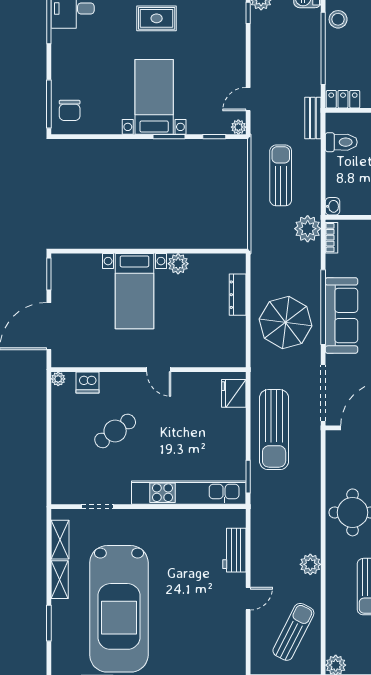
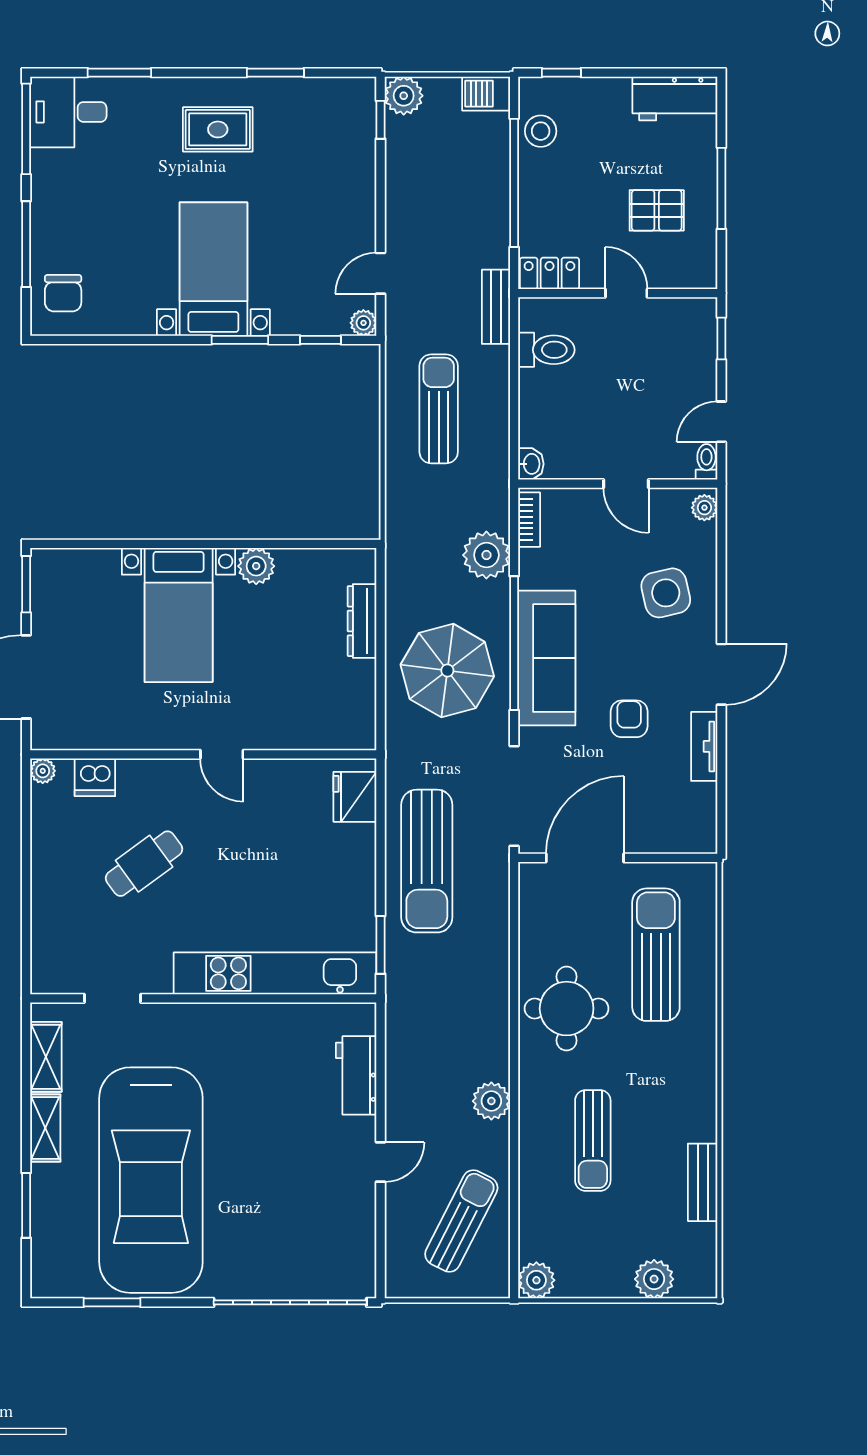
window: (49, 104) -> (26, 244), moved
plant: (308, 229) -> (486, 555), moved

